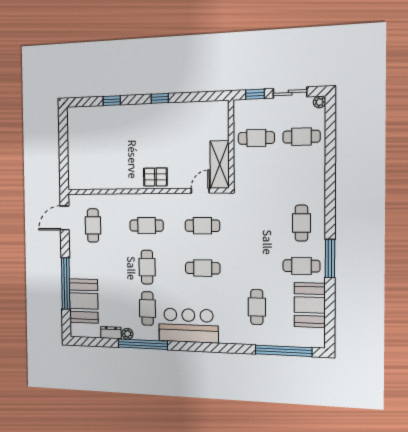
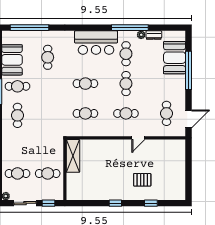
pallet: (155, 177) -> (142, 180), moved
door: (200, 191) -> (138, 138), moved

